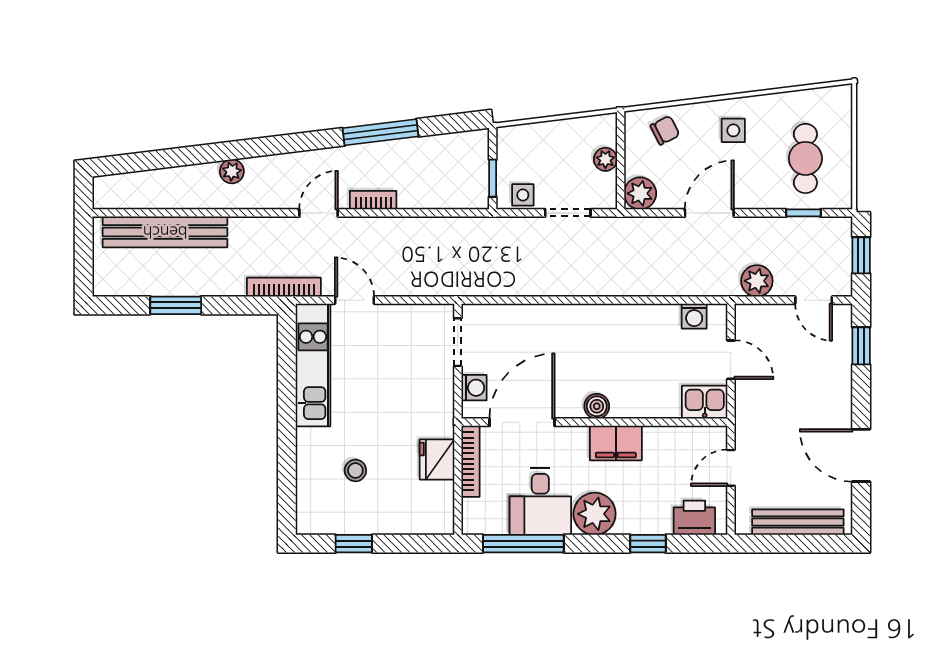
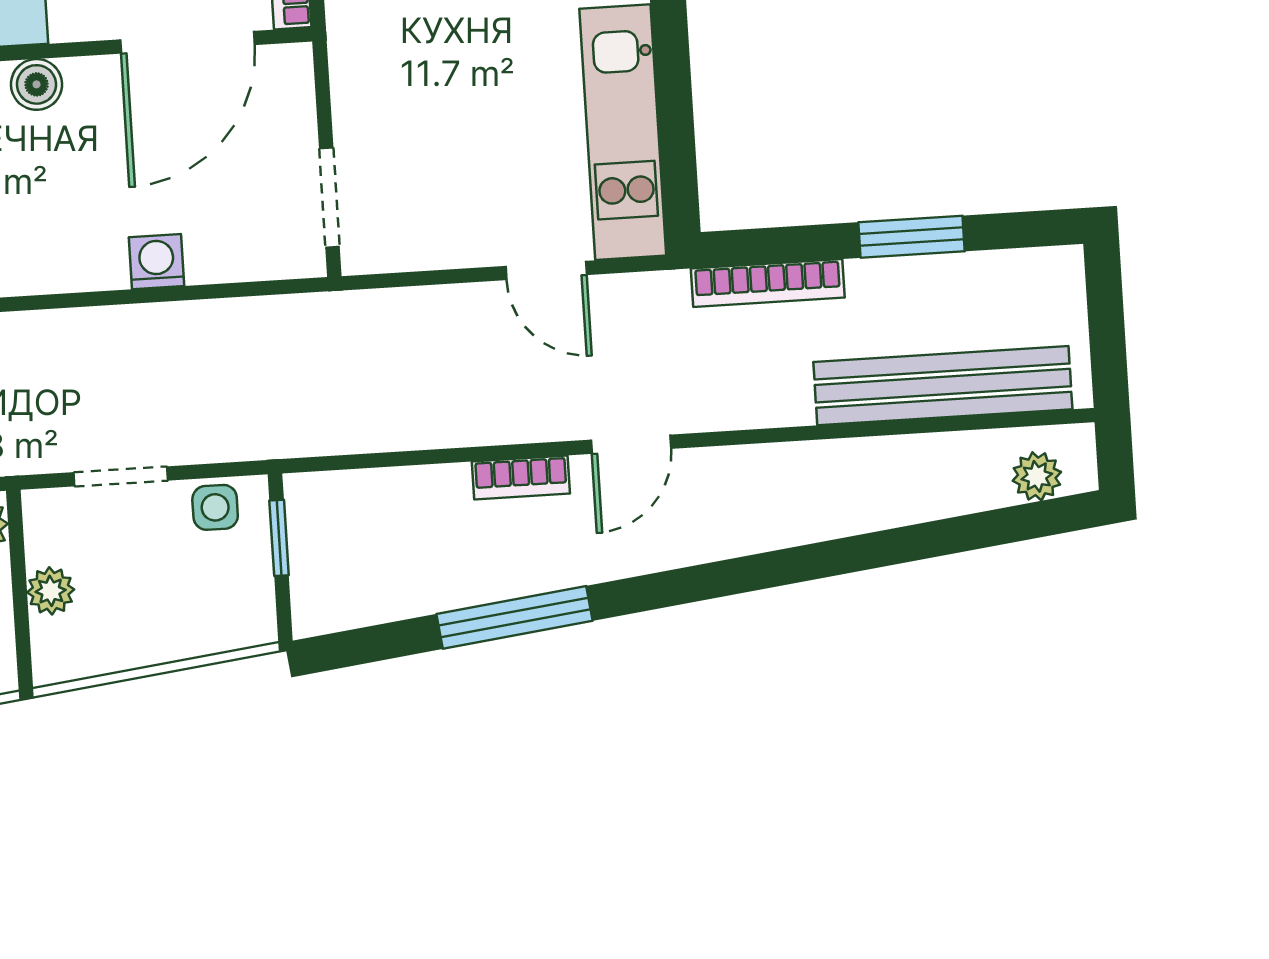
plant: (232, 171) -> (1037, 476), moved
bookcase: (284, 287) -> (768, 283), moved
washing machine: (474, 388) -> (156, 262), moved, turned 90

